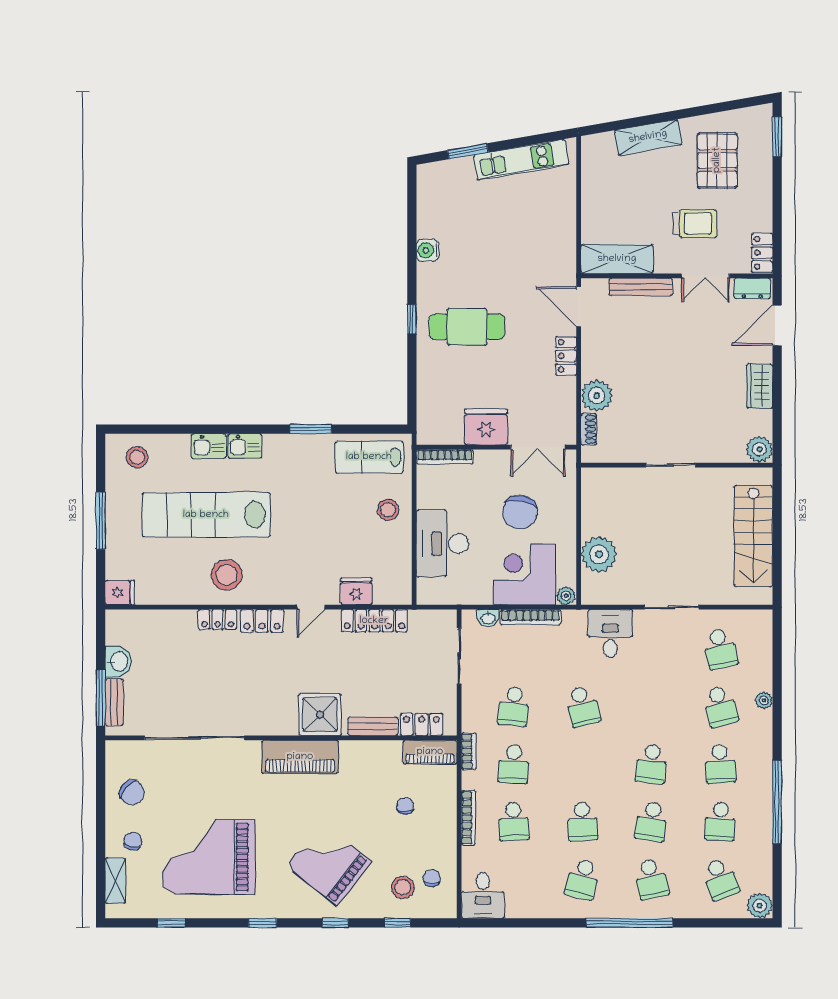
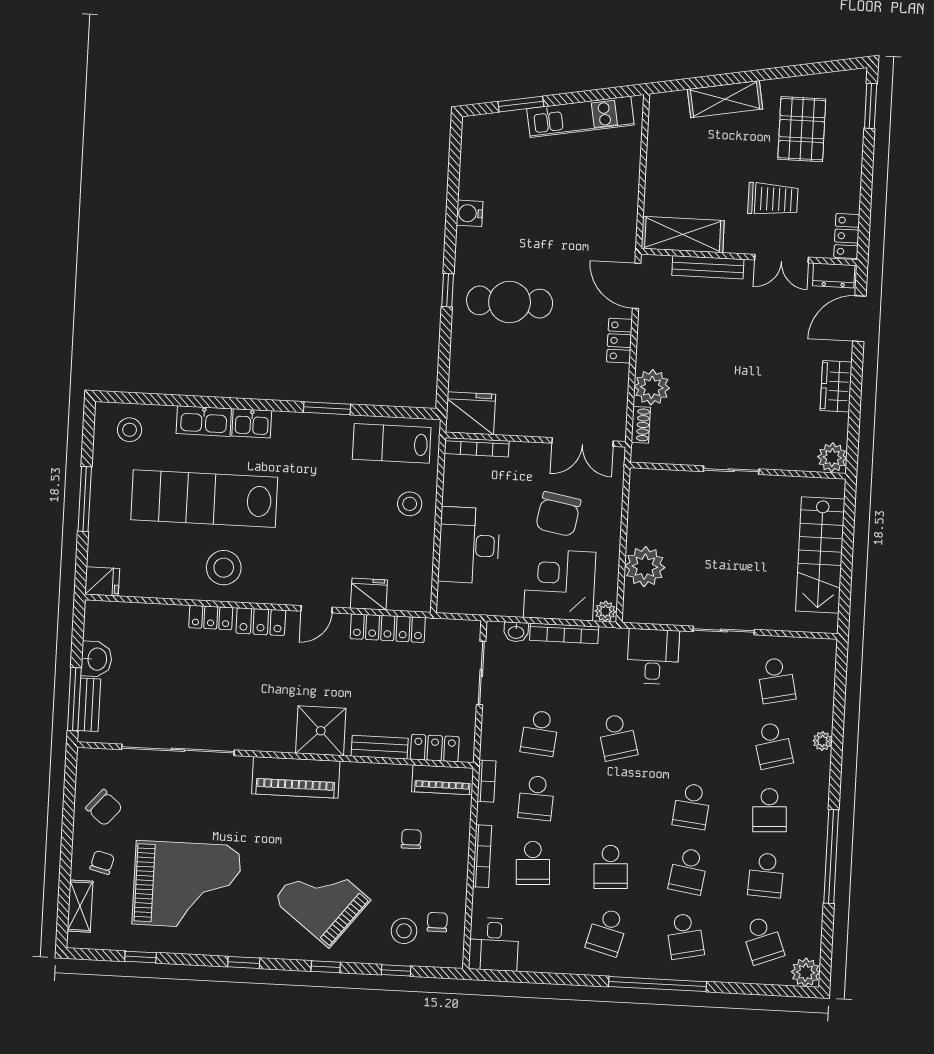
fridge: (486, 427) -> (470, 413), moved
kitchen sink: (209, 446) -> (204, 421), width x1.38
grand piano: (209, 857) -> (187, 885), turned 180

